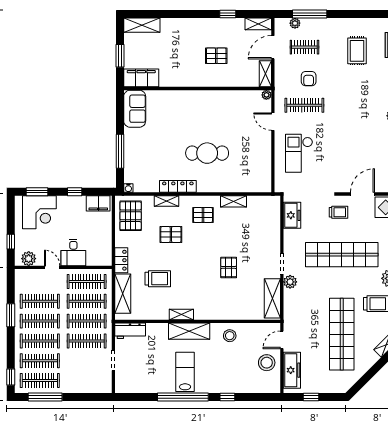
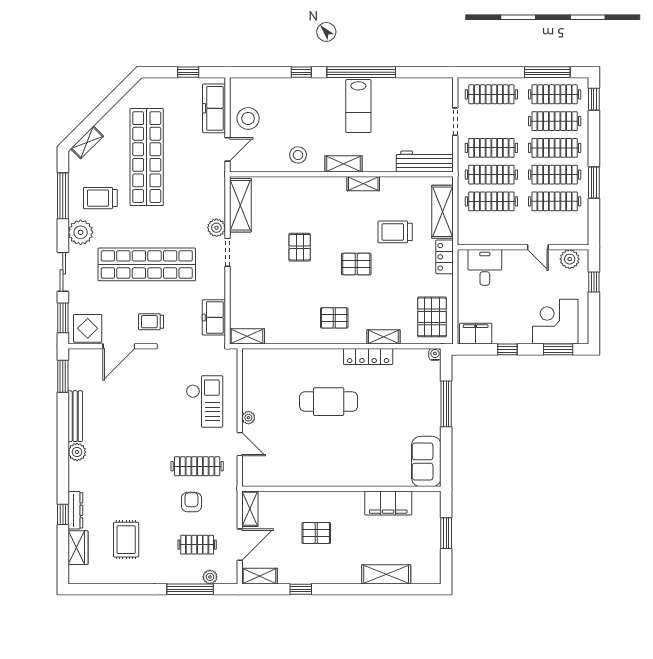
shelving: (142, 25) -> (386, 574), moved
filing cabinet: (141, 78) -> (388, 503), moved
plant: (266, 95) -> (248, 418), moved
shelving: (234, 201) -> (247, 336), moved
pallet: (171, 234) -> (356, 264), moved
desk: (73, 252) -> (485, 267), moved
clothes rail: (87, 281) -> (491, 94), moved
workbench: (130, 331) -> (425, 162), width x1.38
shelving: (189, 331) -> (343, 164), width x0.67, depth x0.75

